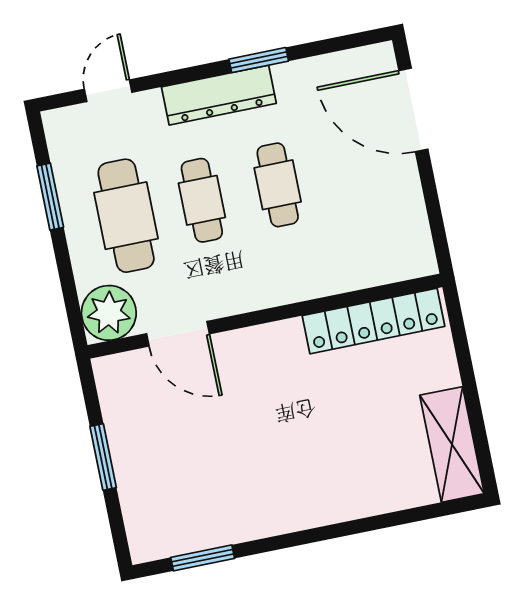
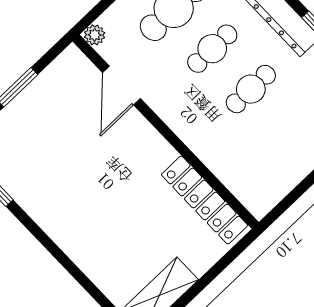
plant: (109, 313) -> (95, 35), width x0.53, depth x0.53

